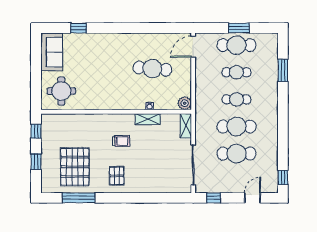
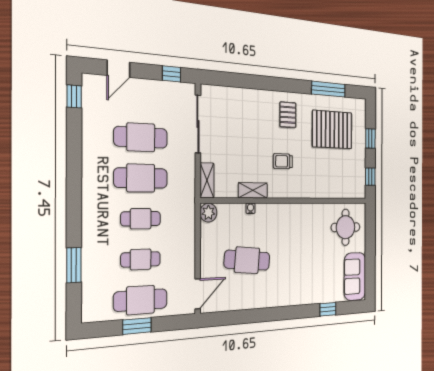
pallet: (75, 167) -> (332, 130), turned 90

